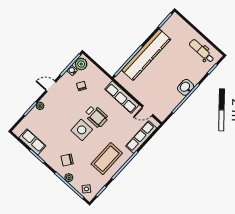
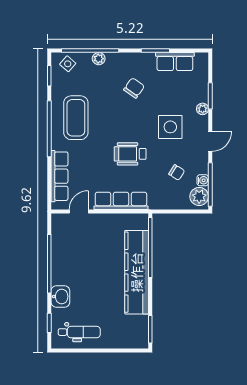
washbasin: (186, 87) -> (60, 297), moved
side table: (82, 130) -> (170, 127), moved
chair: (67, 160) -> (134, 88), moved

